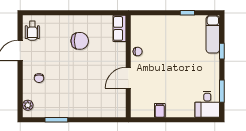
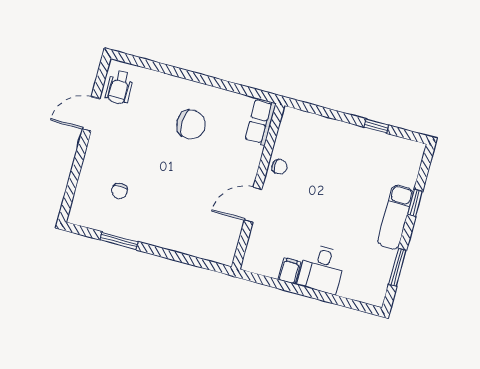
exam couch: (213, 34) -> (395, 217), moved
chair: (39, 78) -> (120, 191), moved
desk: (207, 104) -> (322, 269), moved
plant: (28, 105) -> (79, 205), removed

